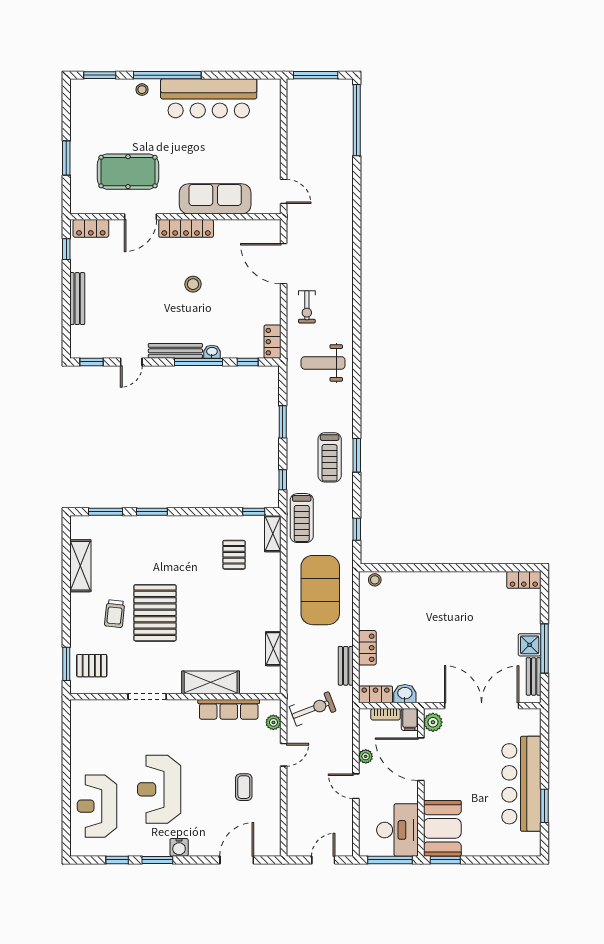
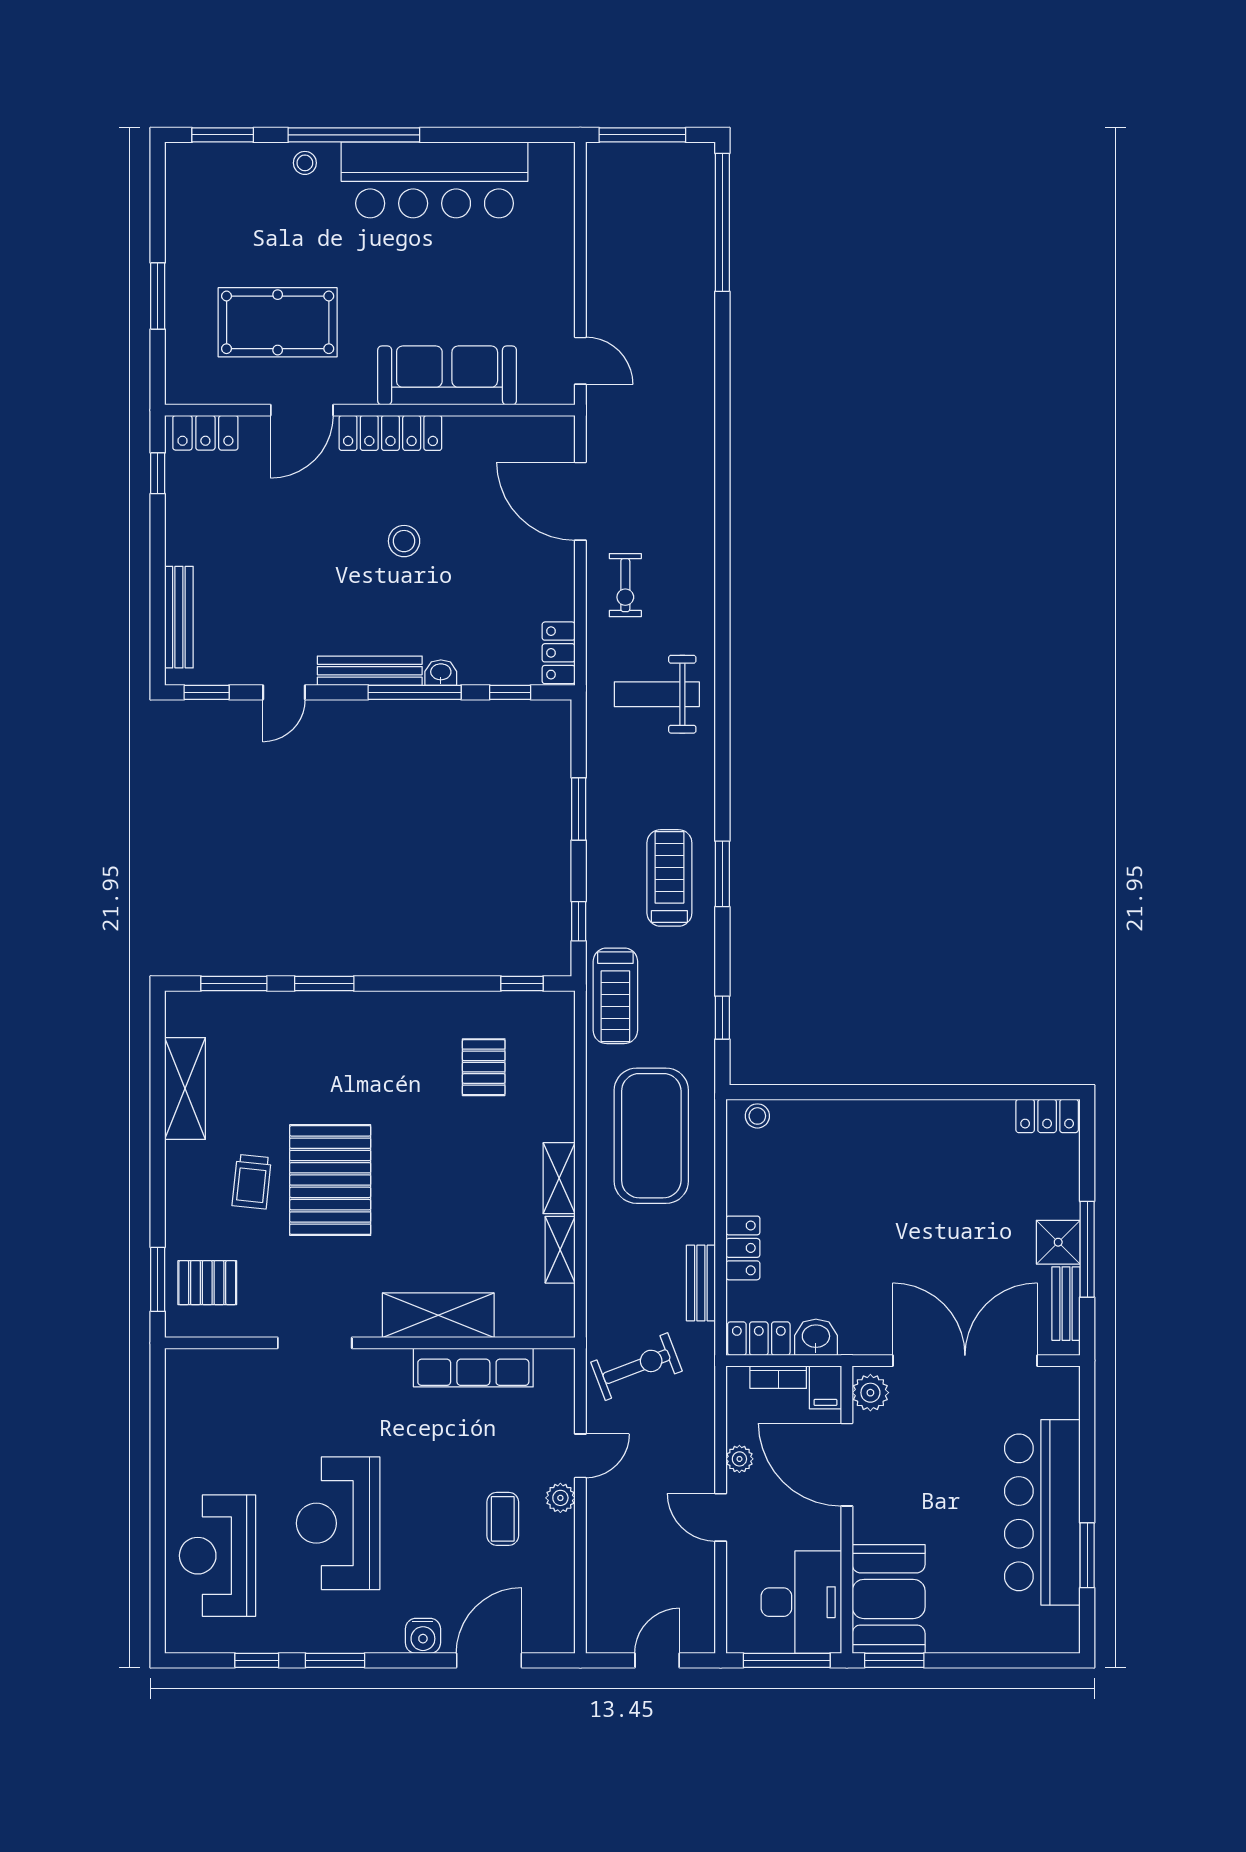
bench: (77, 299) -> (179, 617), moved
treadmill: (330, 457) -> (669, 878), turned 180
shelving: (273, 534) -> (559, 1178), moved
plant: (273, 722) -> (560, 1498), moved
water cooler: (179, 847) -> (423, 1636), moved

